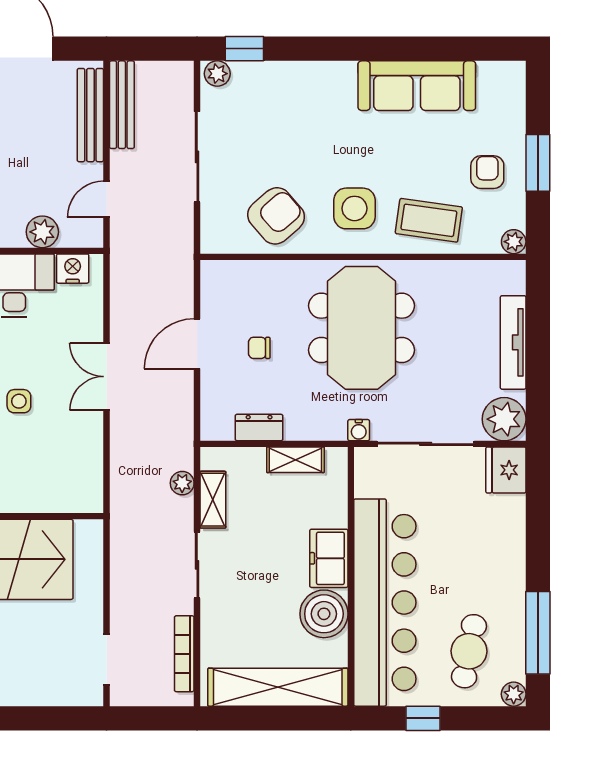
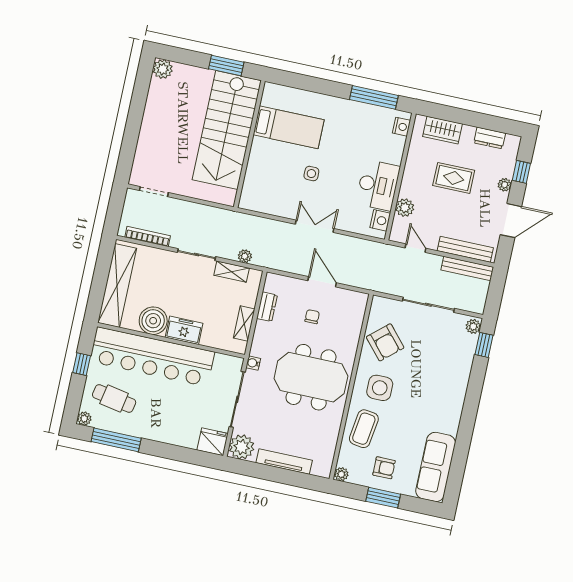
sofa: (417, 86) -> (436, 467), moved

